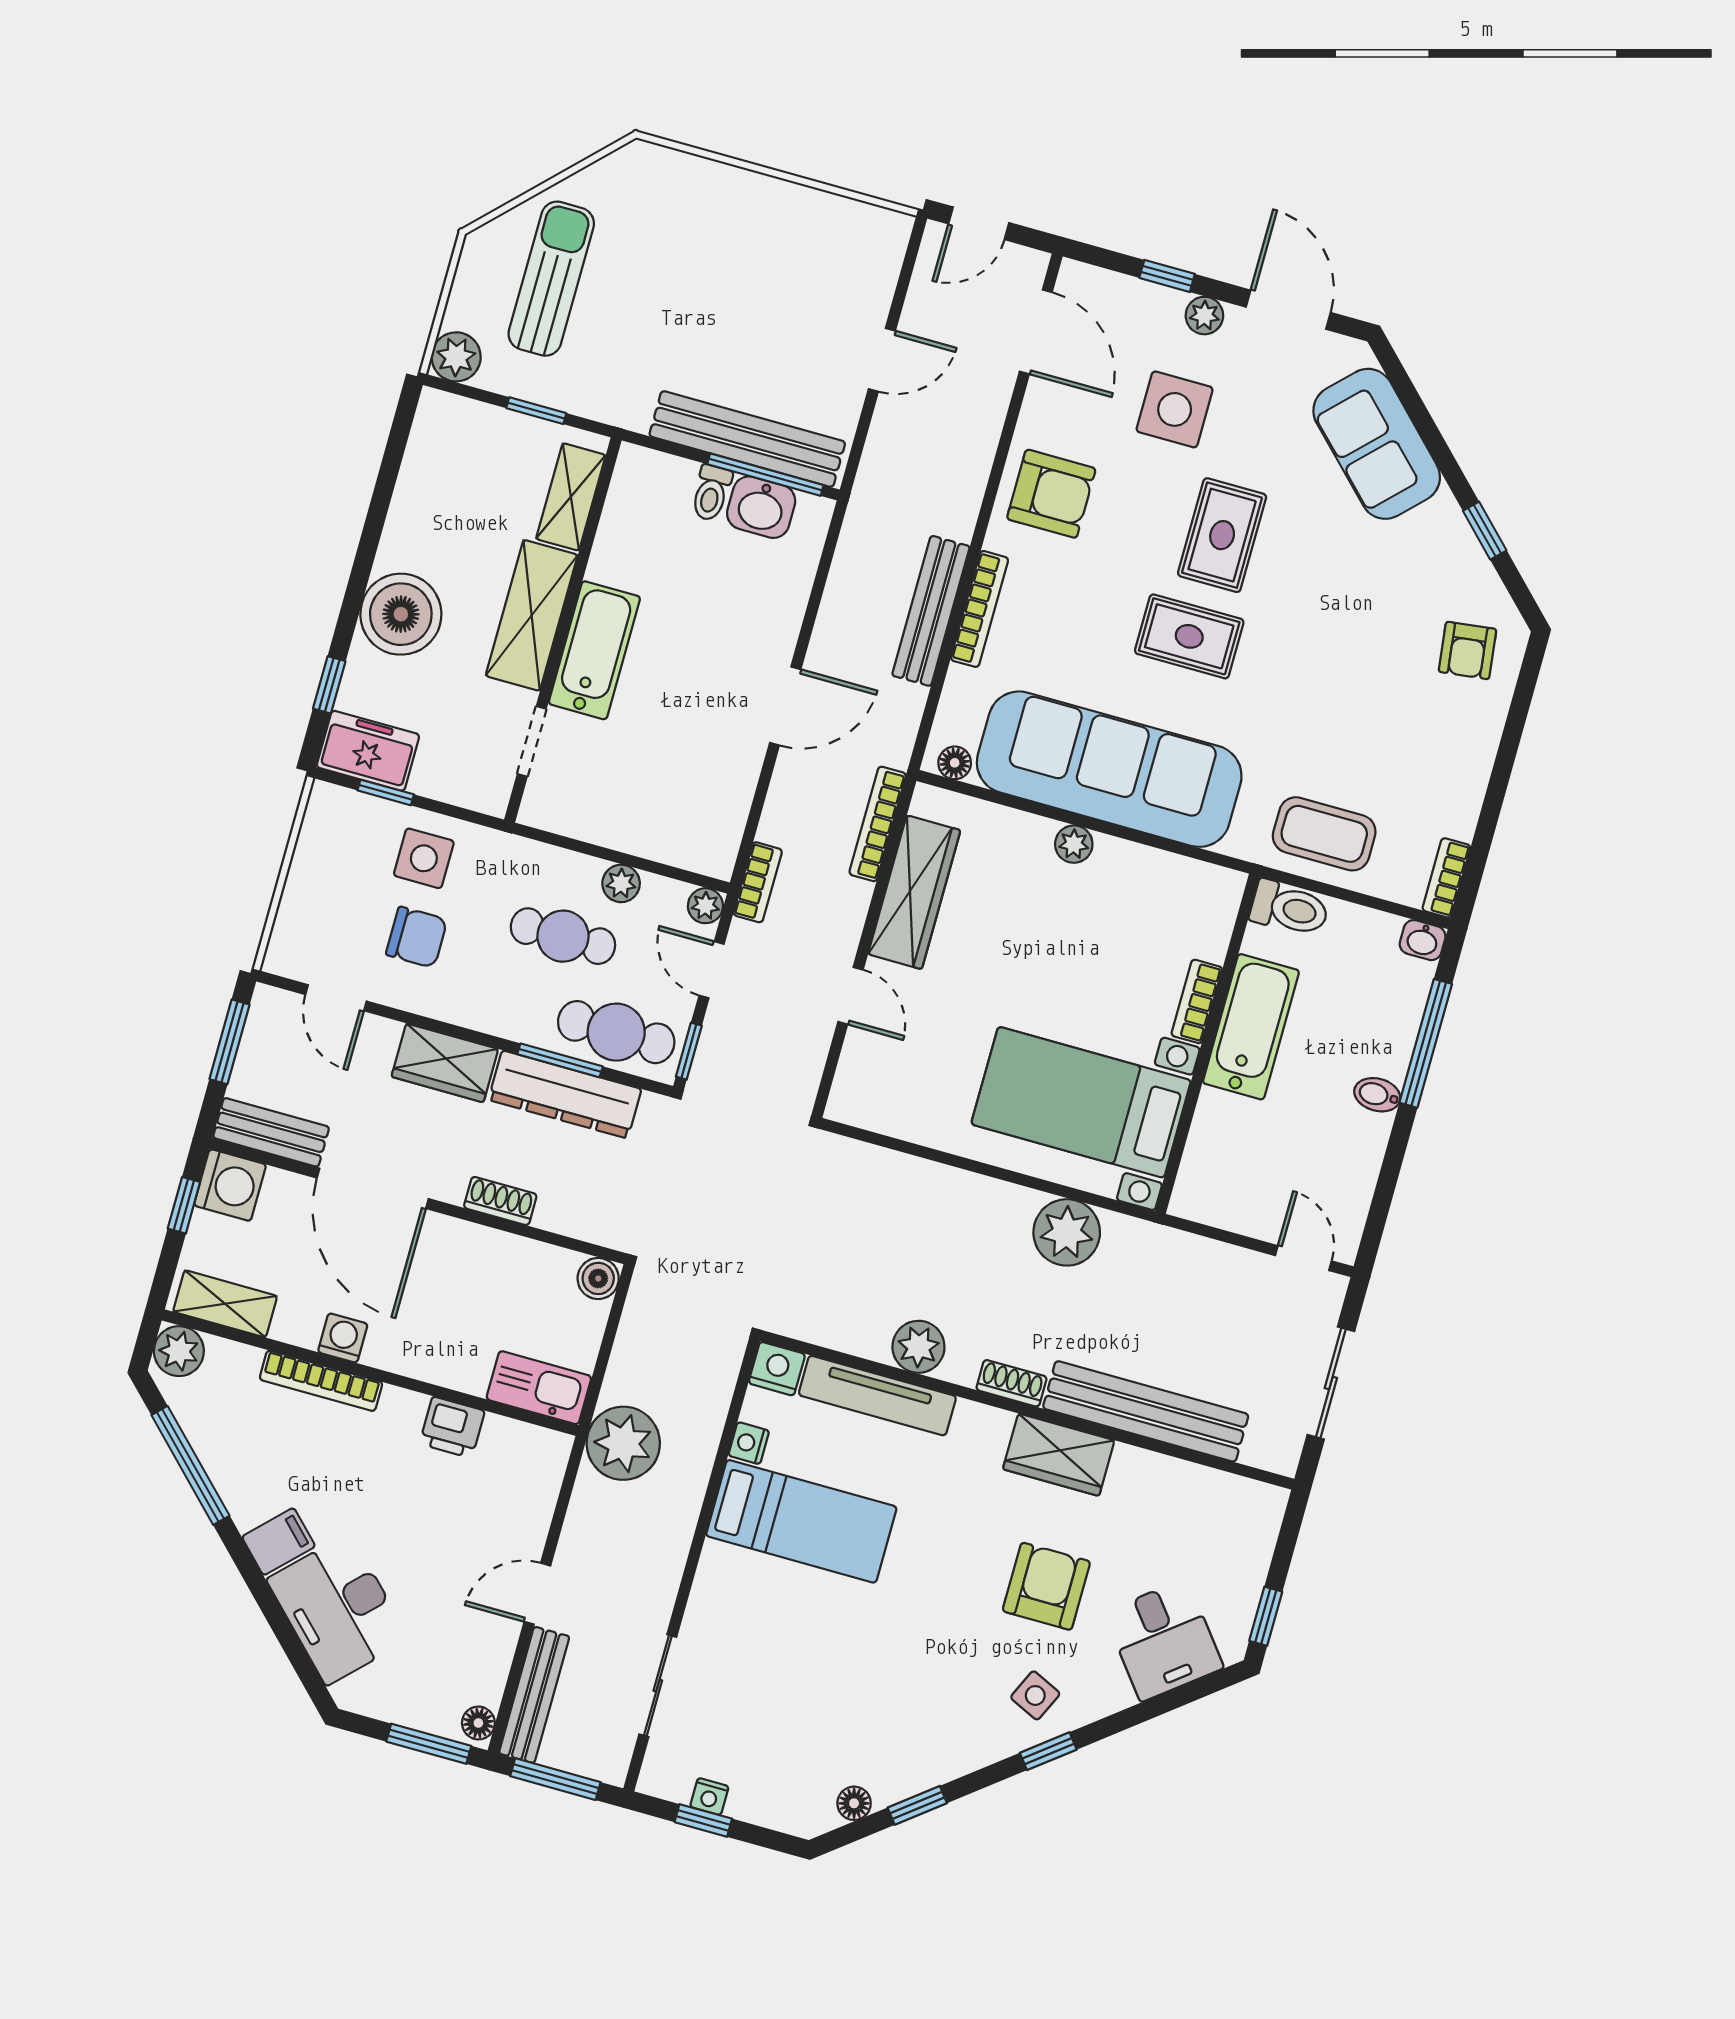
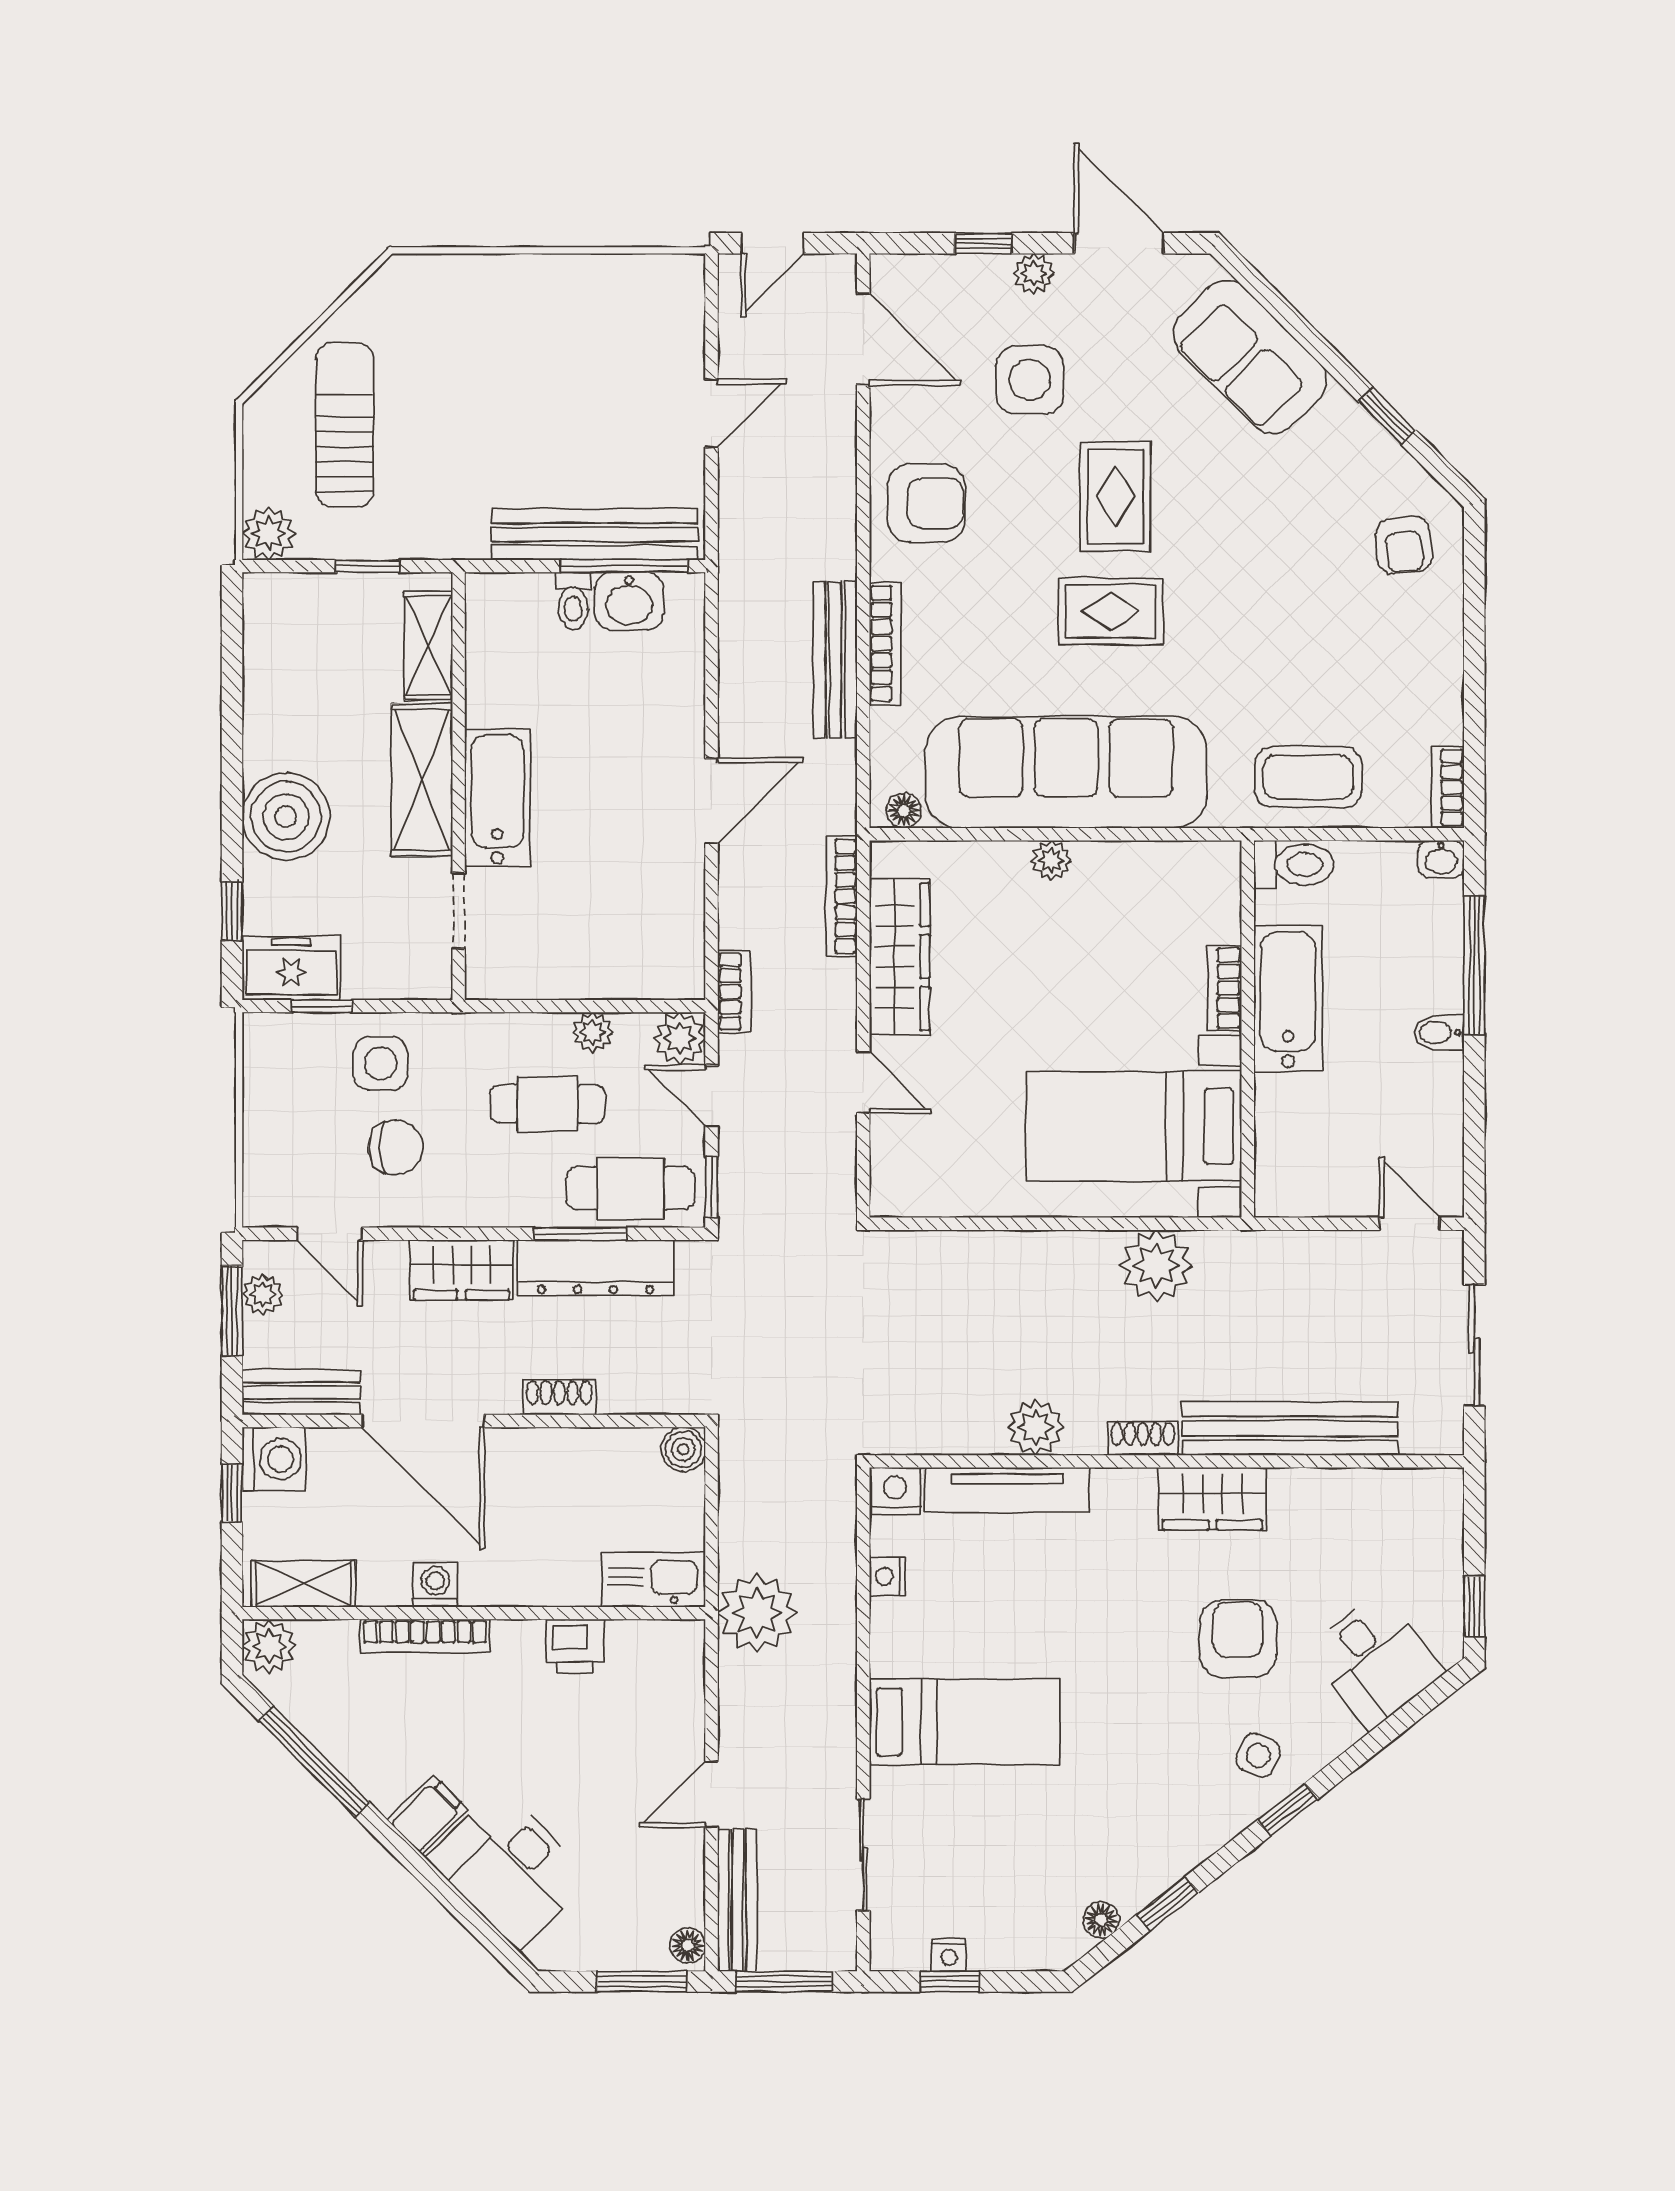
plant: (705, 906) -> (680, 1038), width x1.38, depth x1.38
plant: (261, 1035) -> (263, 1294), added
bed: (801, 1521) -> (965, 1722), moved

